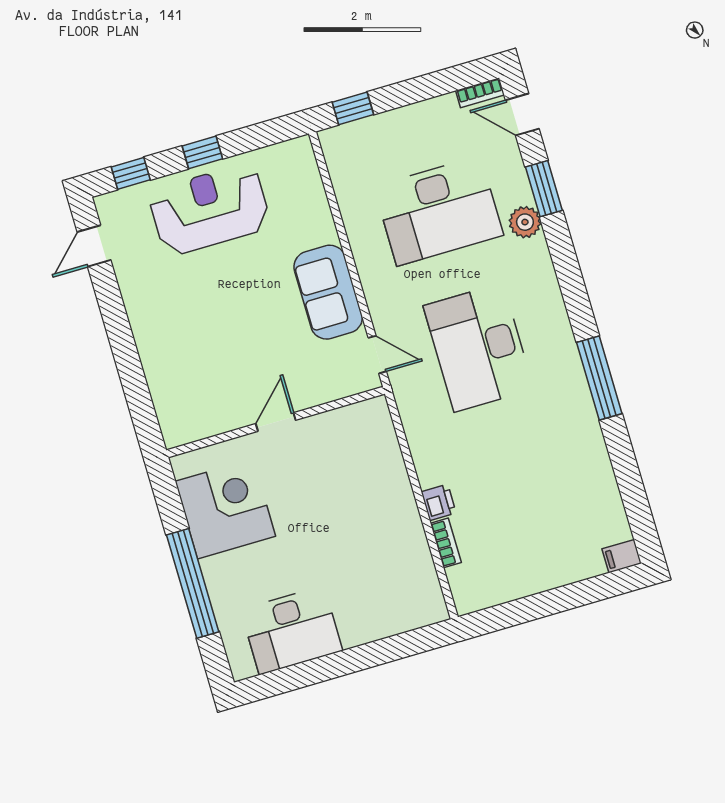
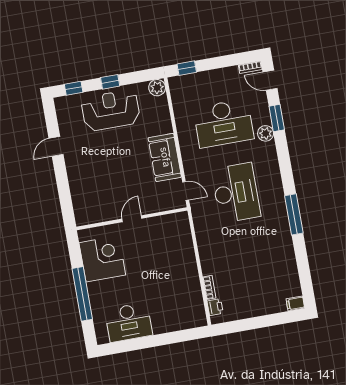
plant: (298, 154) -> (157, 88), added
door: (94, 246) -> (56, 146), moved
desk: (479, 347) -> (236, 193), turned 180
printer: (439, 502) -> (215, 307), moved

